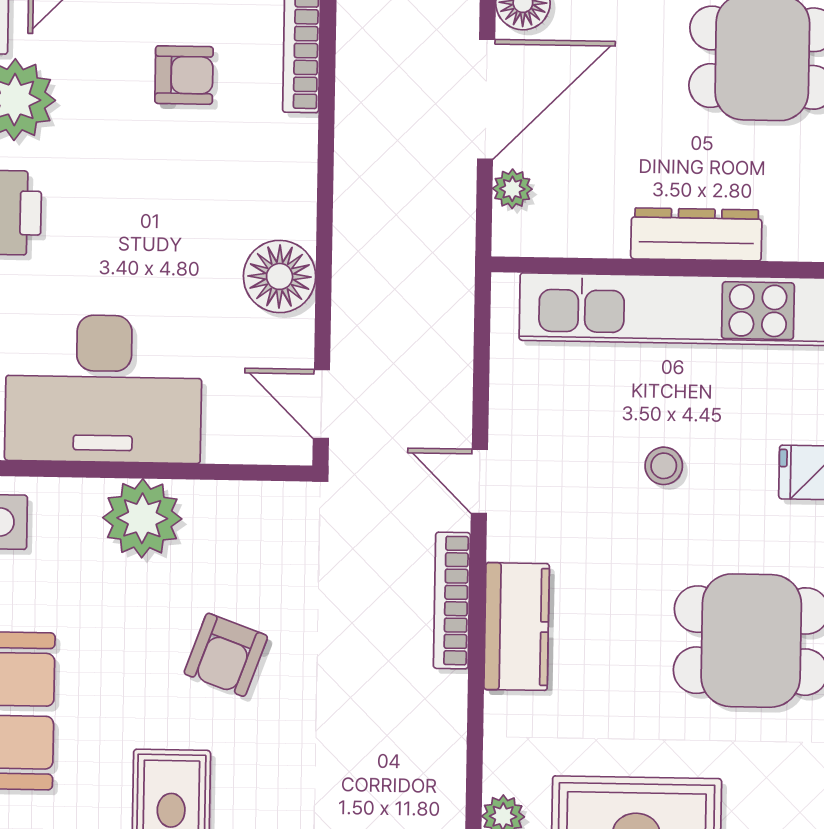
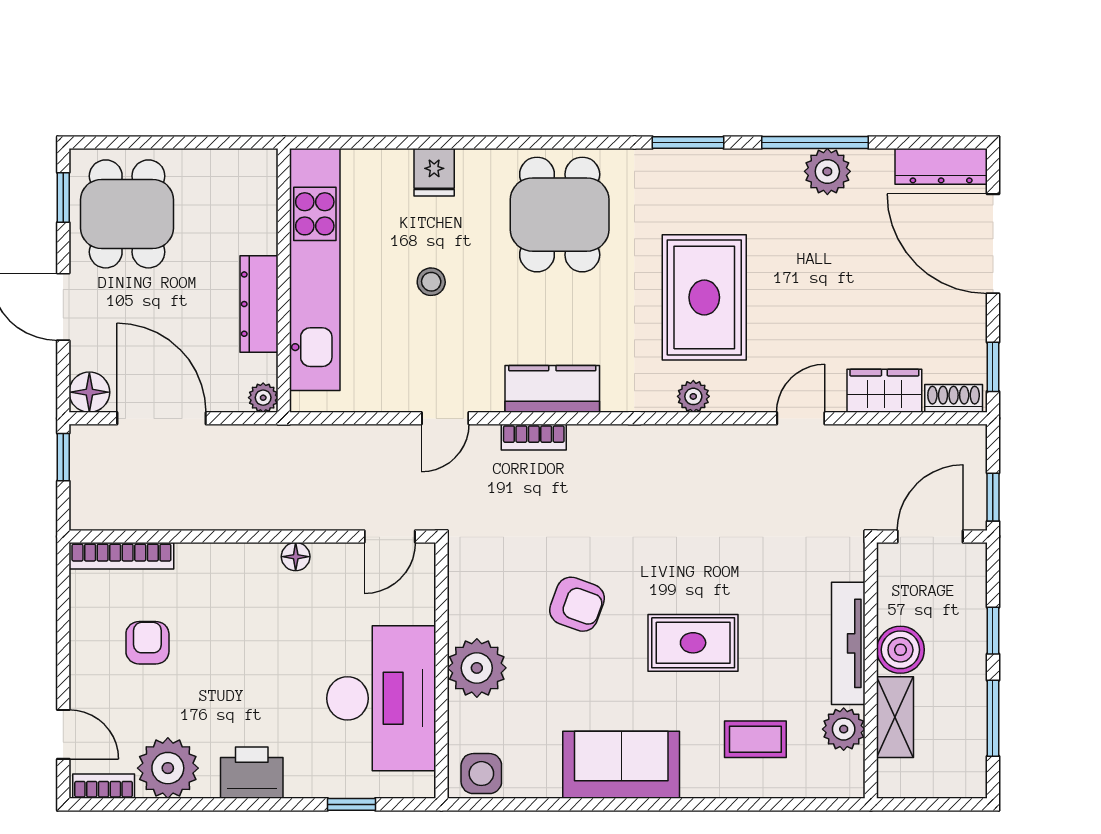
plant: (512, 189) -> (263, 398), moved
dresser: (696, 234) -> (259, 304), moved
floor lamp: (280, 276) -> (296, 557), width x0.53, depth x0.53
bookcase: (452, 600) -> (534, 437), width x0.64

